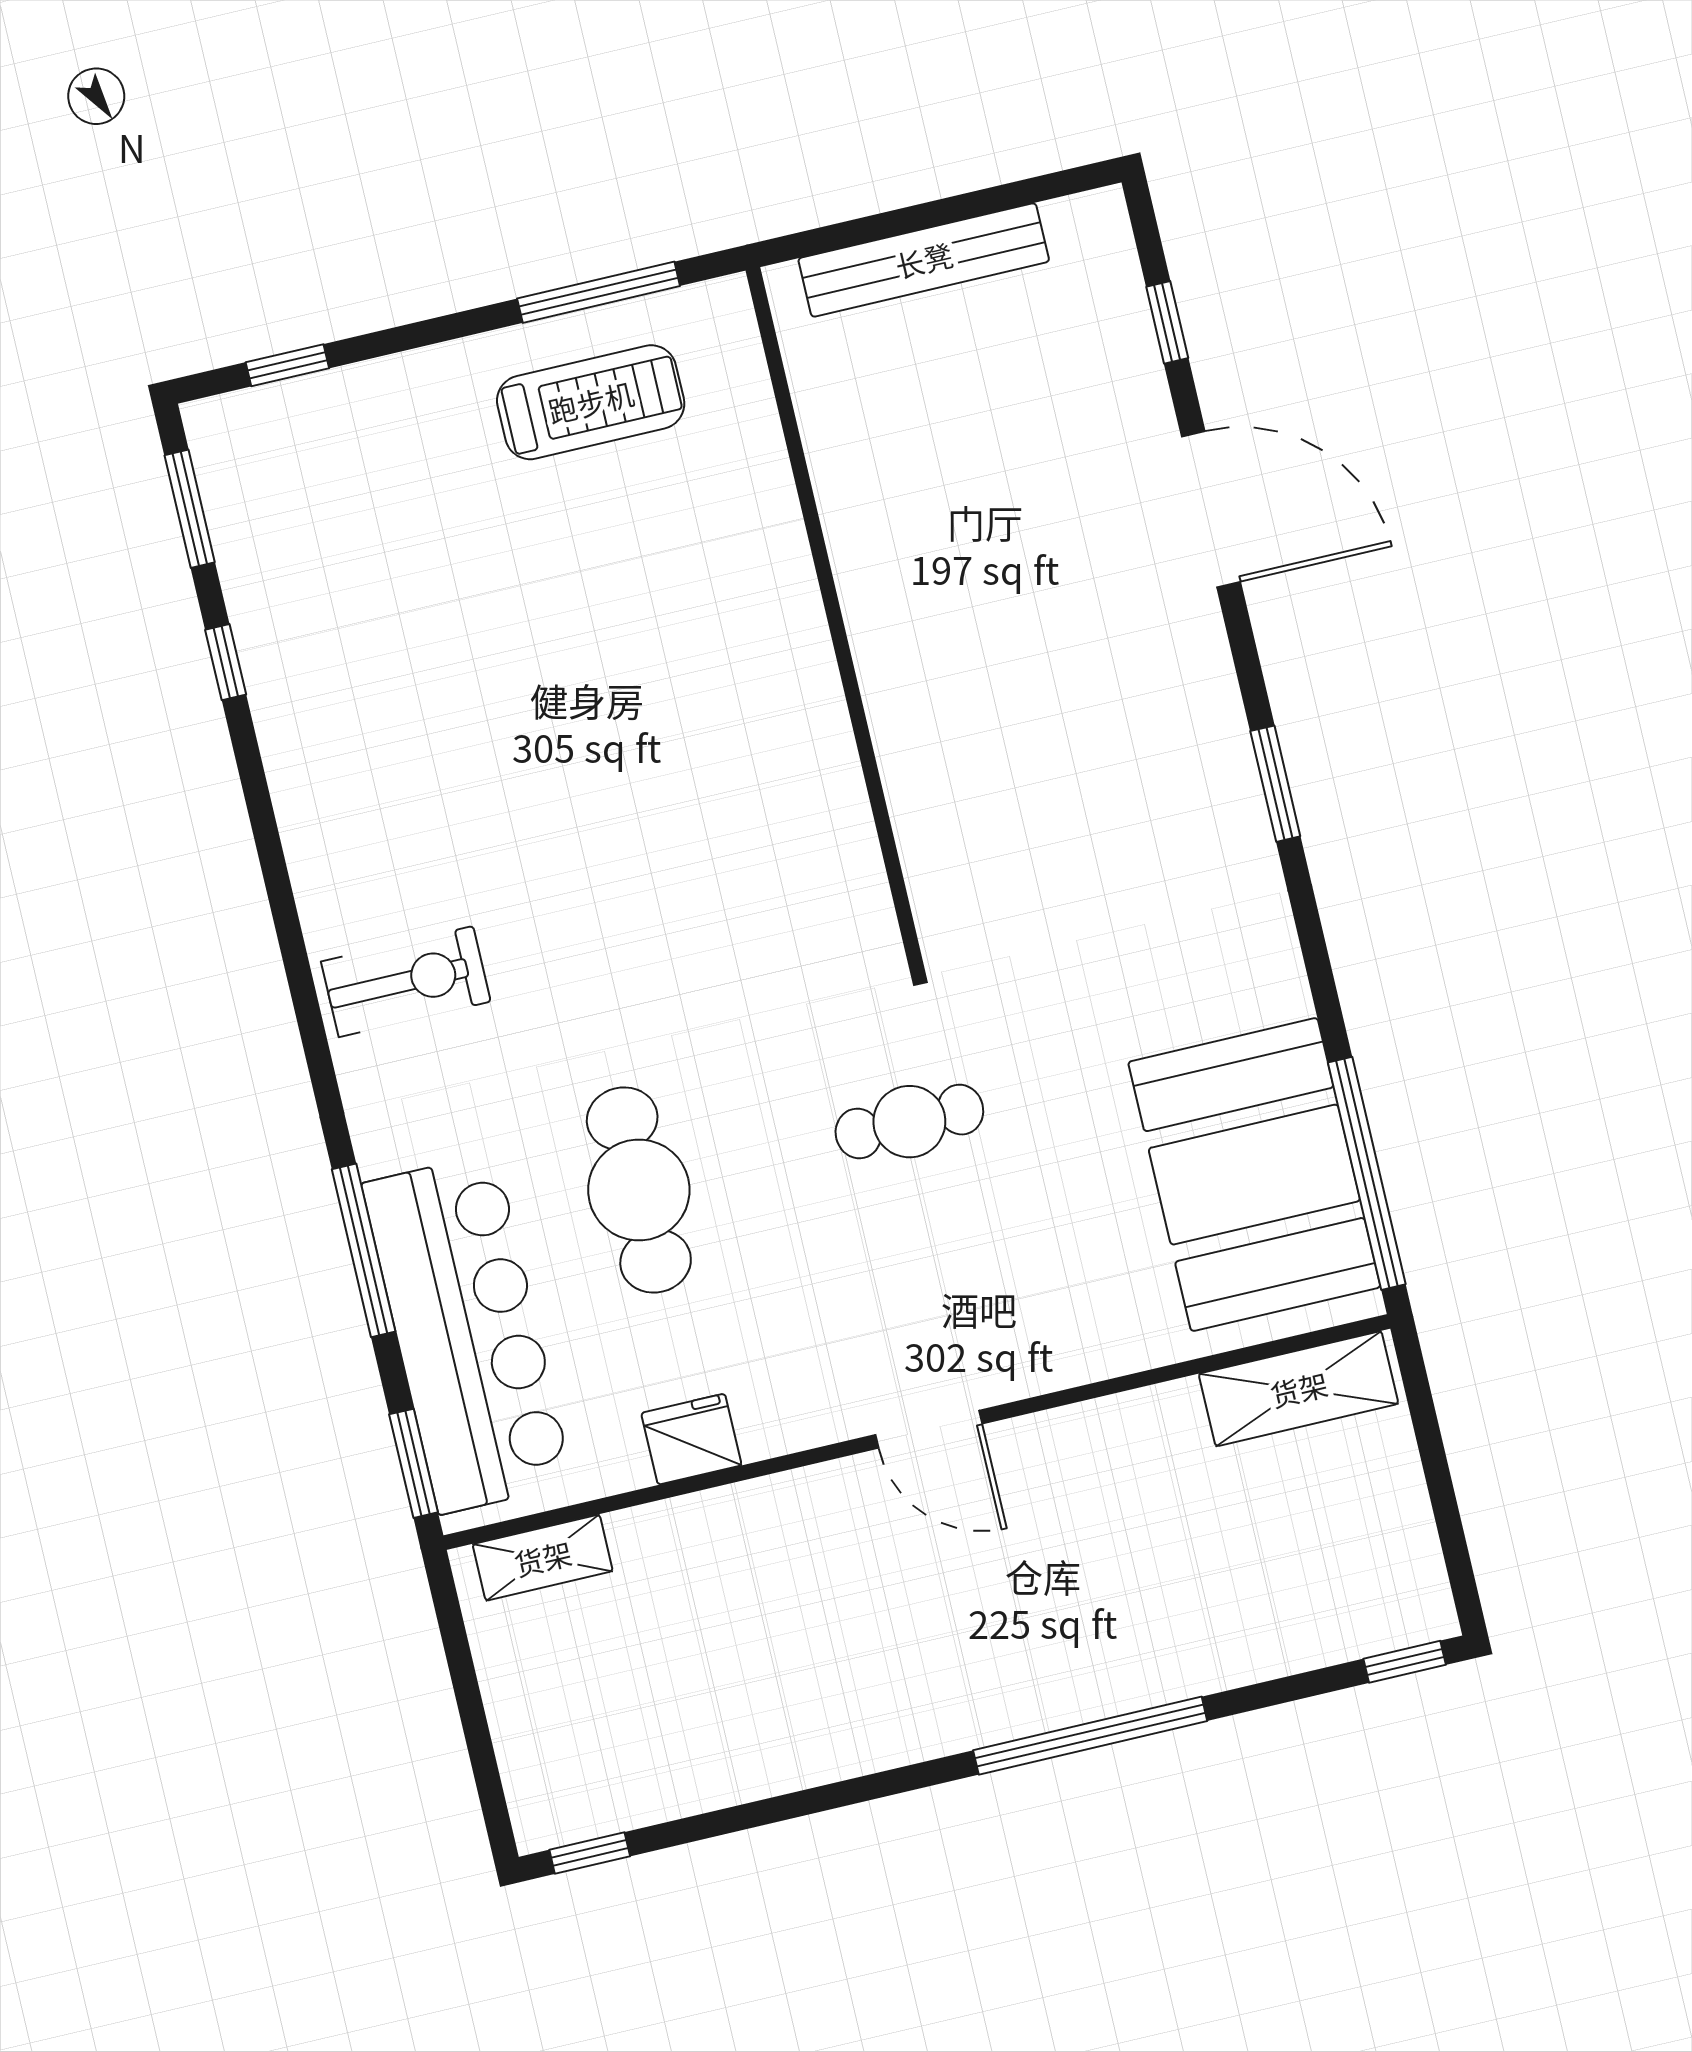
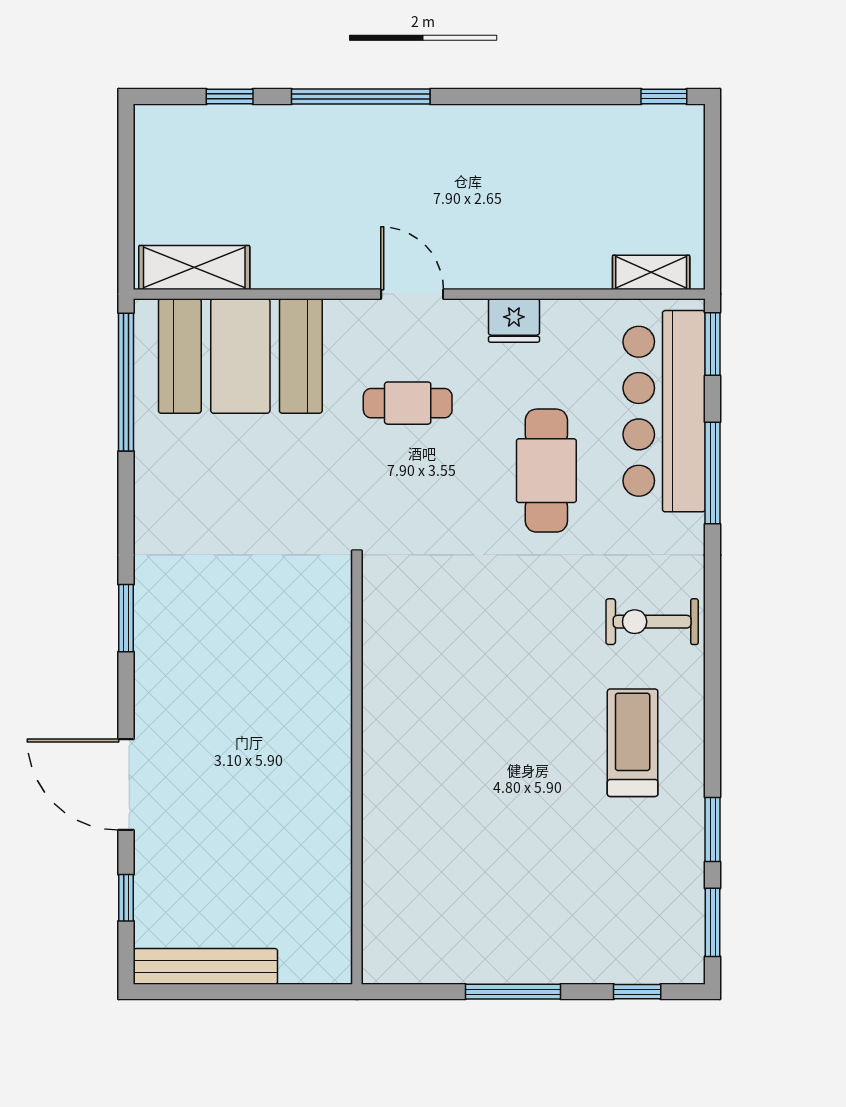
bench: (924, 260) -> (205, 966), moved
window: (599, 292) -> (513, 992), moved
treadmill: (591, 402) -> (633, 743), moved, turned 90
window: (226, 662) -> (713, 829), width x1.50
cafe table: (909, 1122) -> (408, 403), moved
booth: (1254, 1175) -> (240, 356), moved, turned 90
fridge: (691, 1439) -> (514, 320), moved
window: (1405, 1662) -> (230, 96), moved

